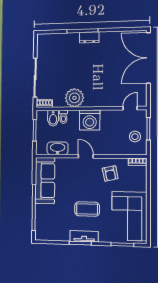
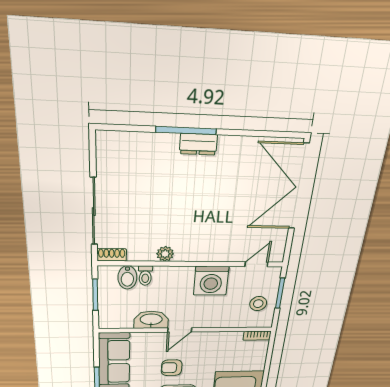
plant: (74, 98) -> (165, 254), width x0.53, depth x0.53
washing machine: (90, 120) -> (211, 281), moved
washbasin: (58, 148) -> (151, 320), moved
door: (86, 156) -> (180, 330), swing flipped
armchair: (110, 173) -> (172, 368), moved, turned 102

